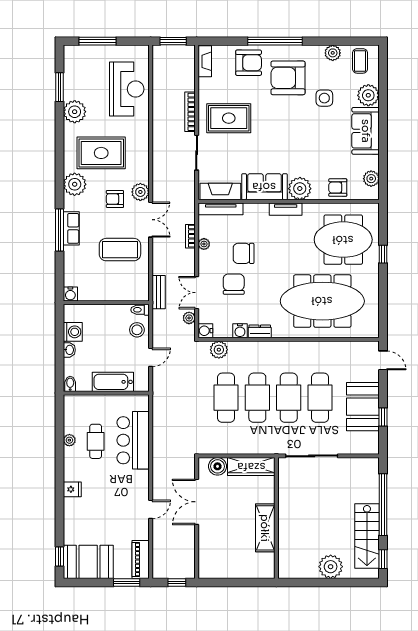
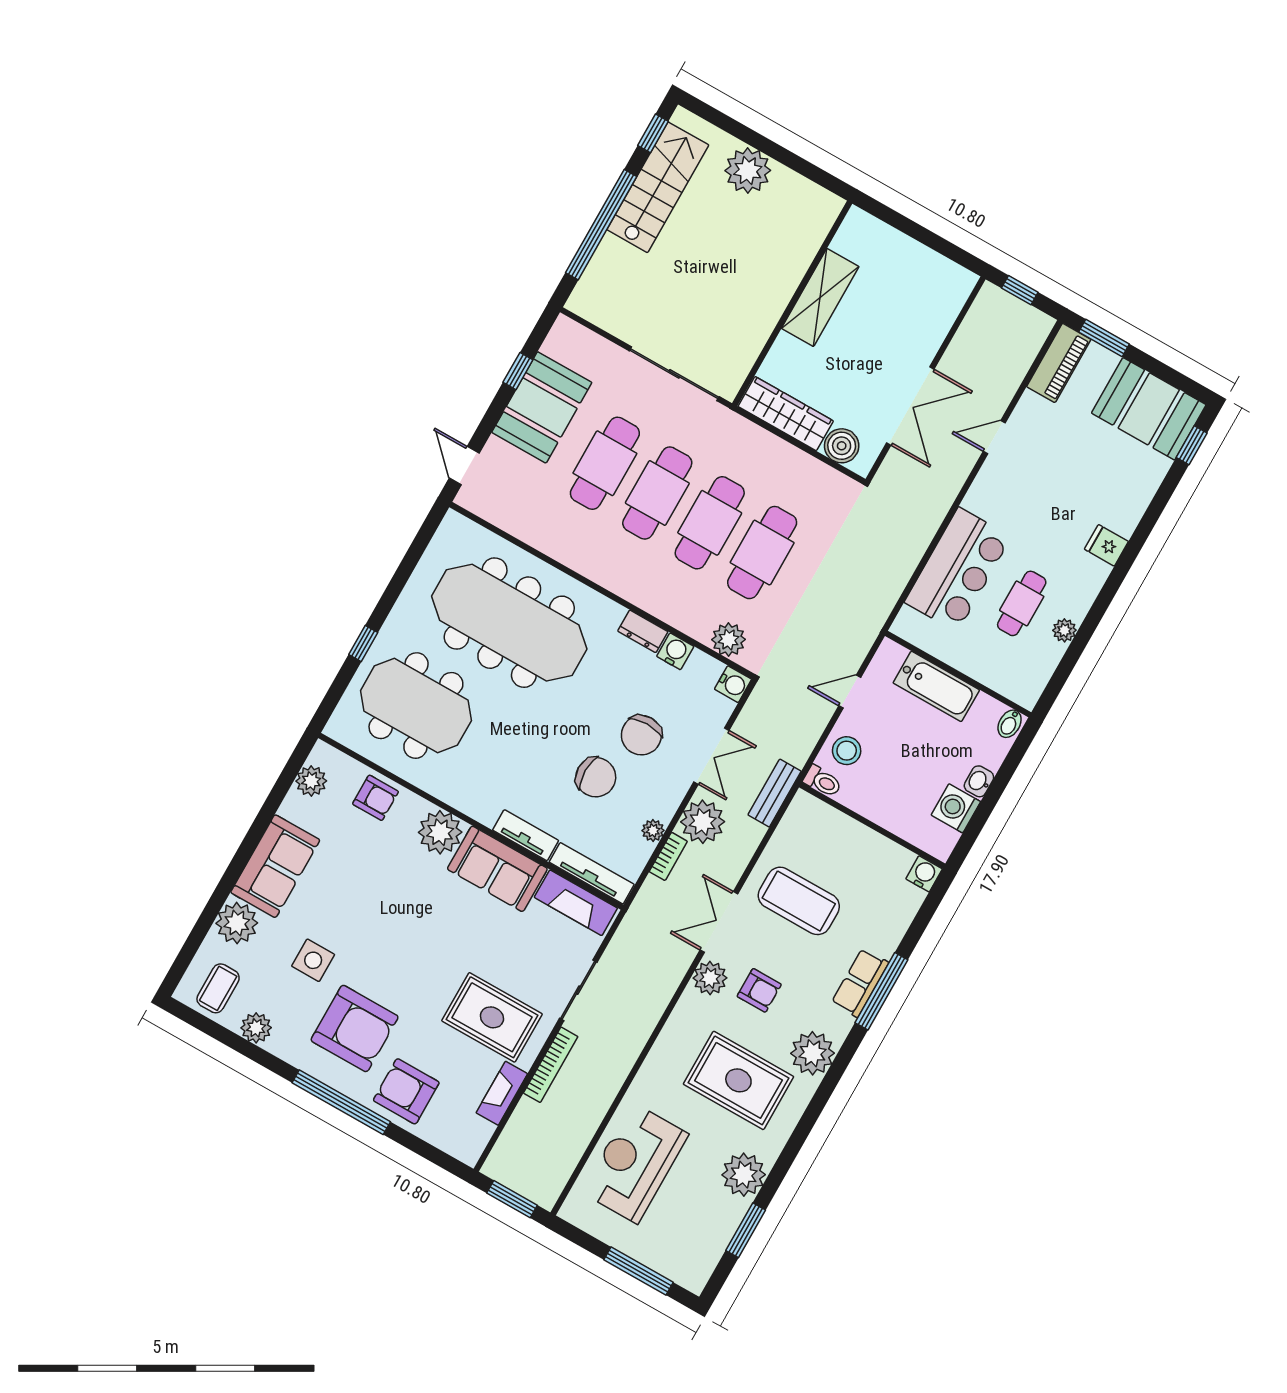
fireplace: (205, 61) -> (502, 1093), moved
tv unit: (286, 209) -> (526, 835), moved
plant: (189, 318) -> (703, 822), moved, width x1.88, depth x1.88

